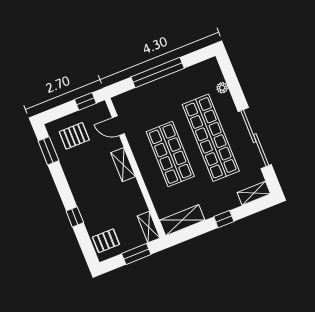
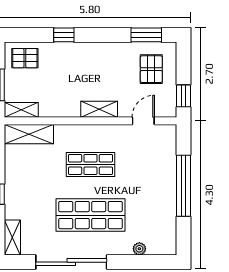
shop shelf: (211, 138) -> (90, 215), width x0.71
shop shelf: (170, 154) -> (90, 164), width x0.70, depth x0.74
shelving: (182, 220) -> (29, 134), moved, turned 90
pallet: (106, 241) -> (25, 58), turned 90

